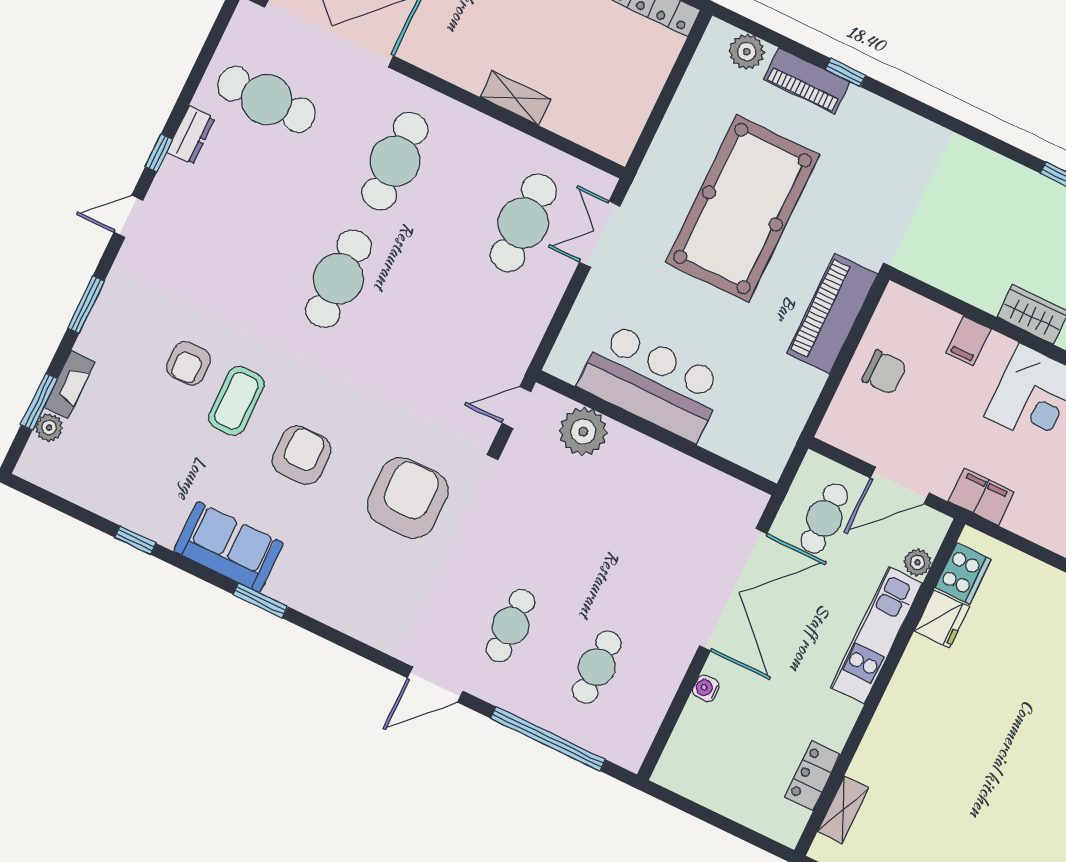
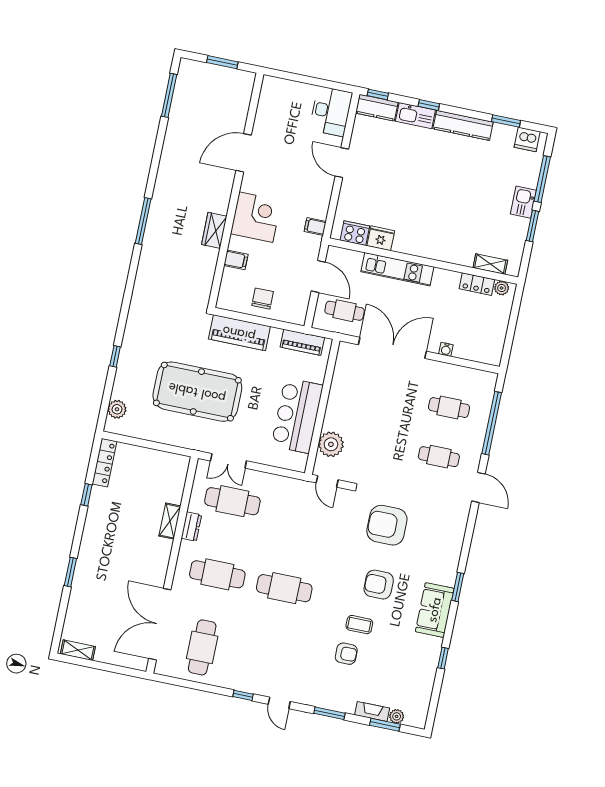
piano: (807, 81) -> (302, 342), moved, turned 90
dresser: (191, 135) -> (191, 527), moved, turned 90
coffee table: (236, 401) -> (359, 625), width x0.73, depth x0.77
filing cabinet: (981, 497) -> (315, 227), width x0.50
plant: (917, 562) -> (502, 288), moved

